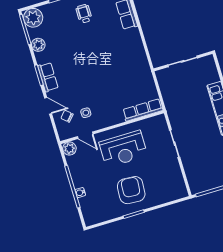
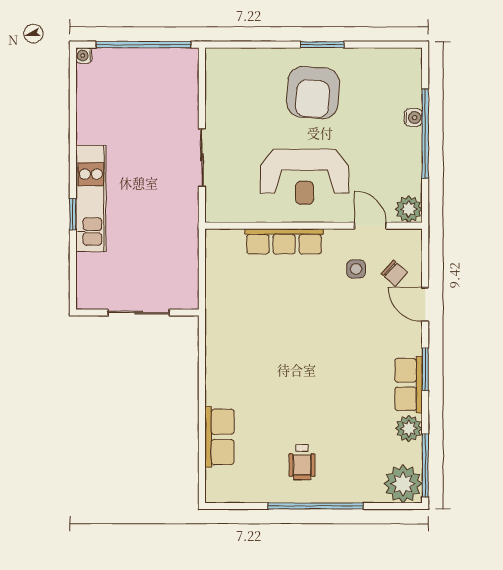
row of seats: (48, 77) -> (409, 385), moved
row of seats: (143, 110) -> (284, 241), moved
reception desk: (123, 149) -> (305, 177), turned 180

